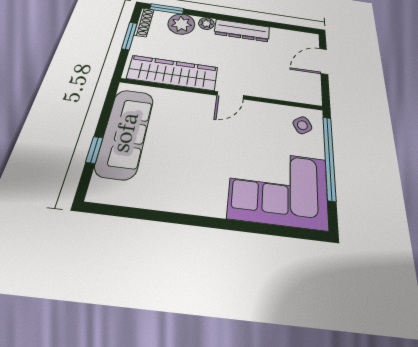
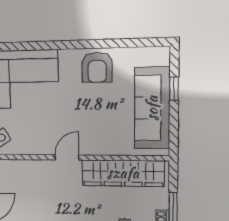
armchair: (180, 188) -> (97, 67), added

